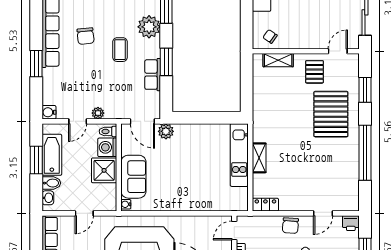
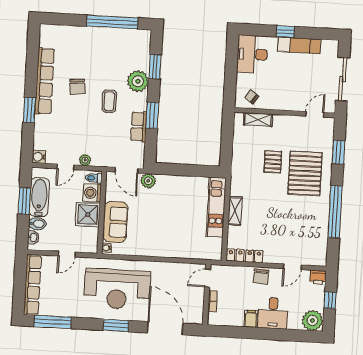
pallet: (314, 72) -> (273, 162), moved
locker: (265, 205) -> (245, 256), width x1.53

